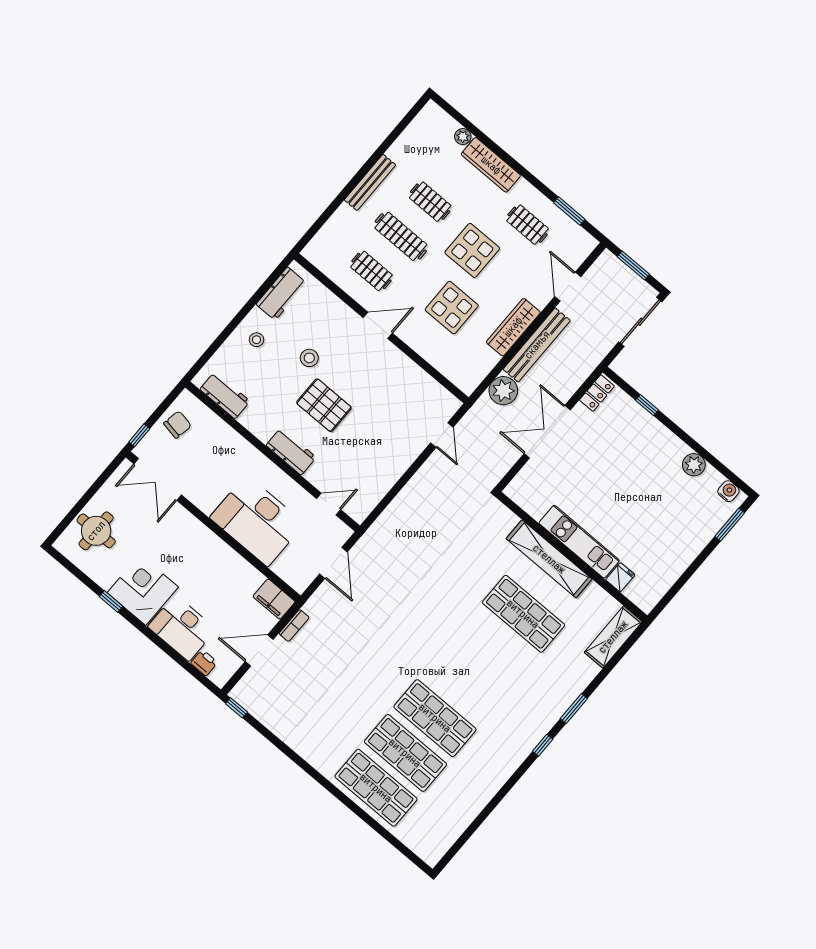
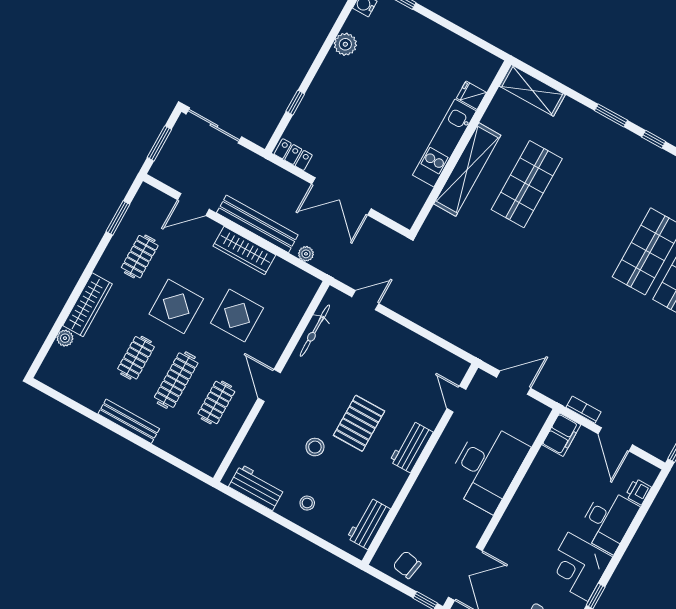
bicycle: (422, 380) -> (315, 331), added
plant: (503, 391) -> (306, 254), width x0.53, depth x0.53

